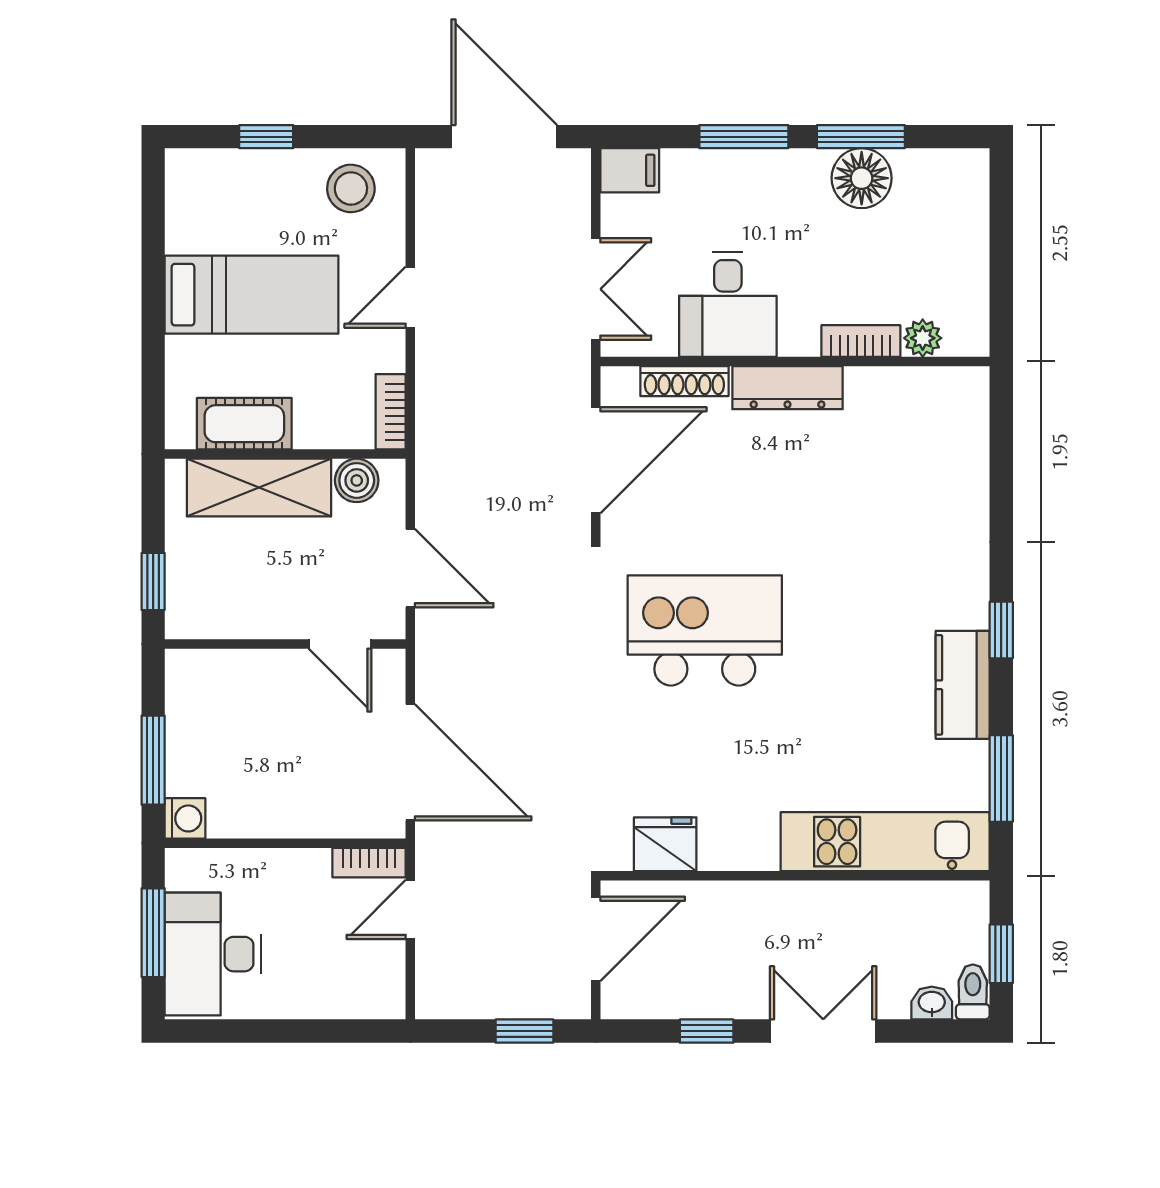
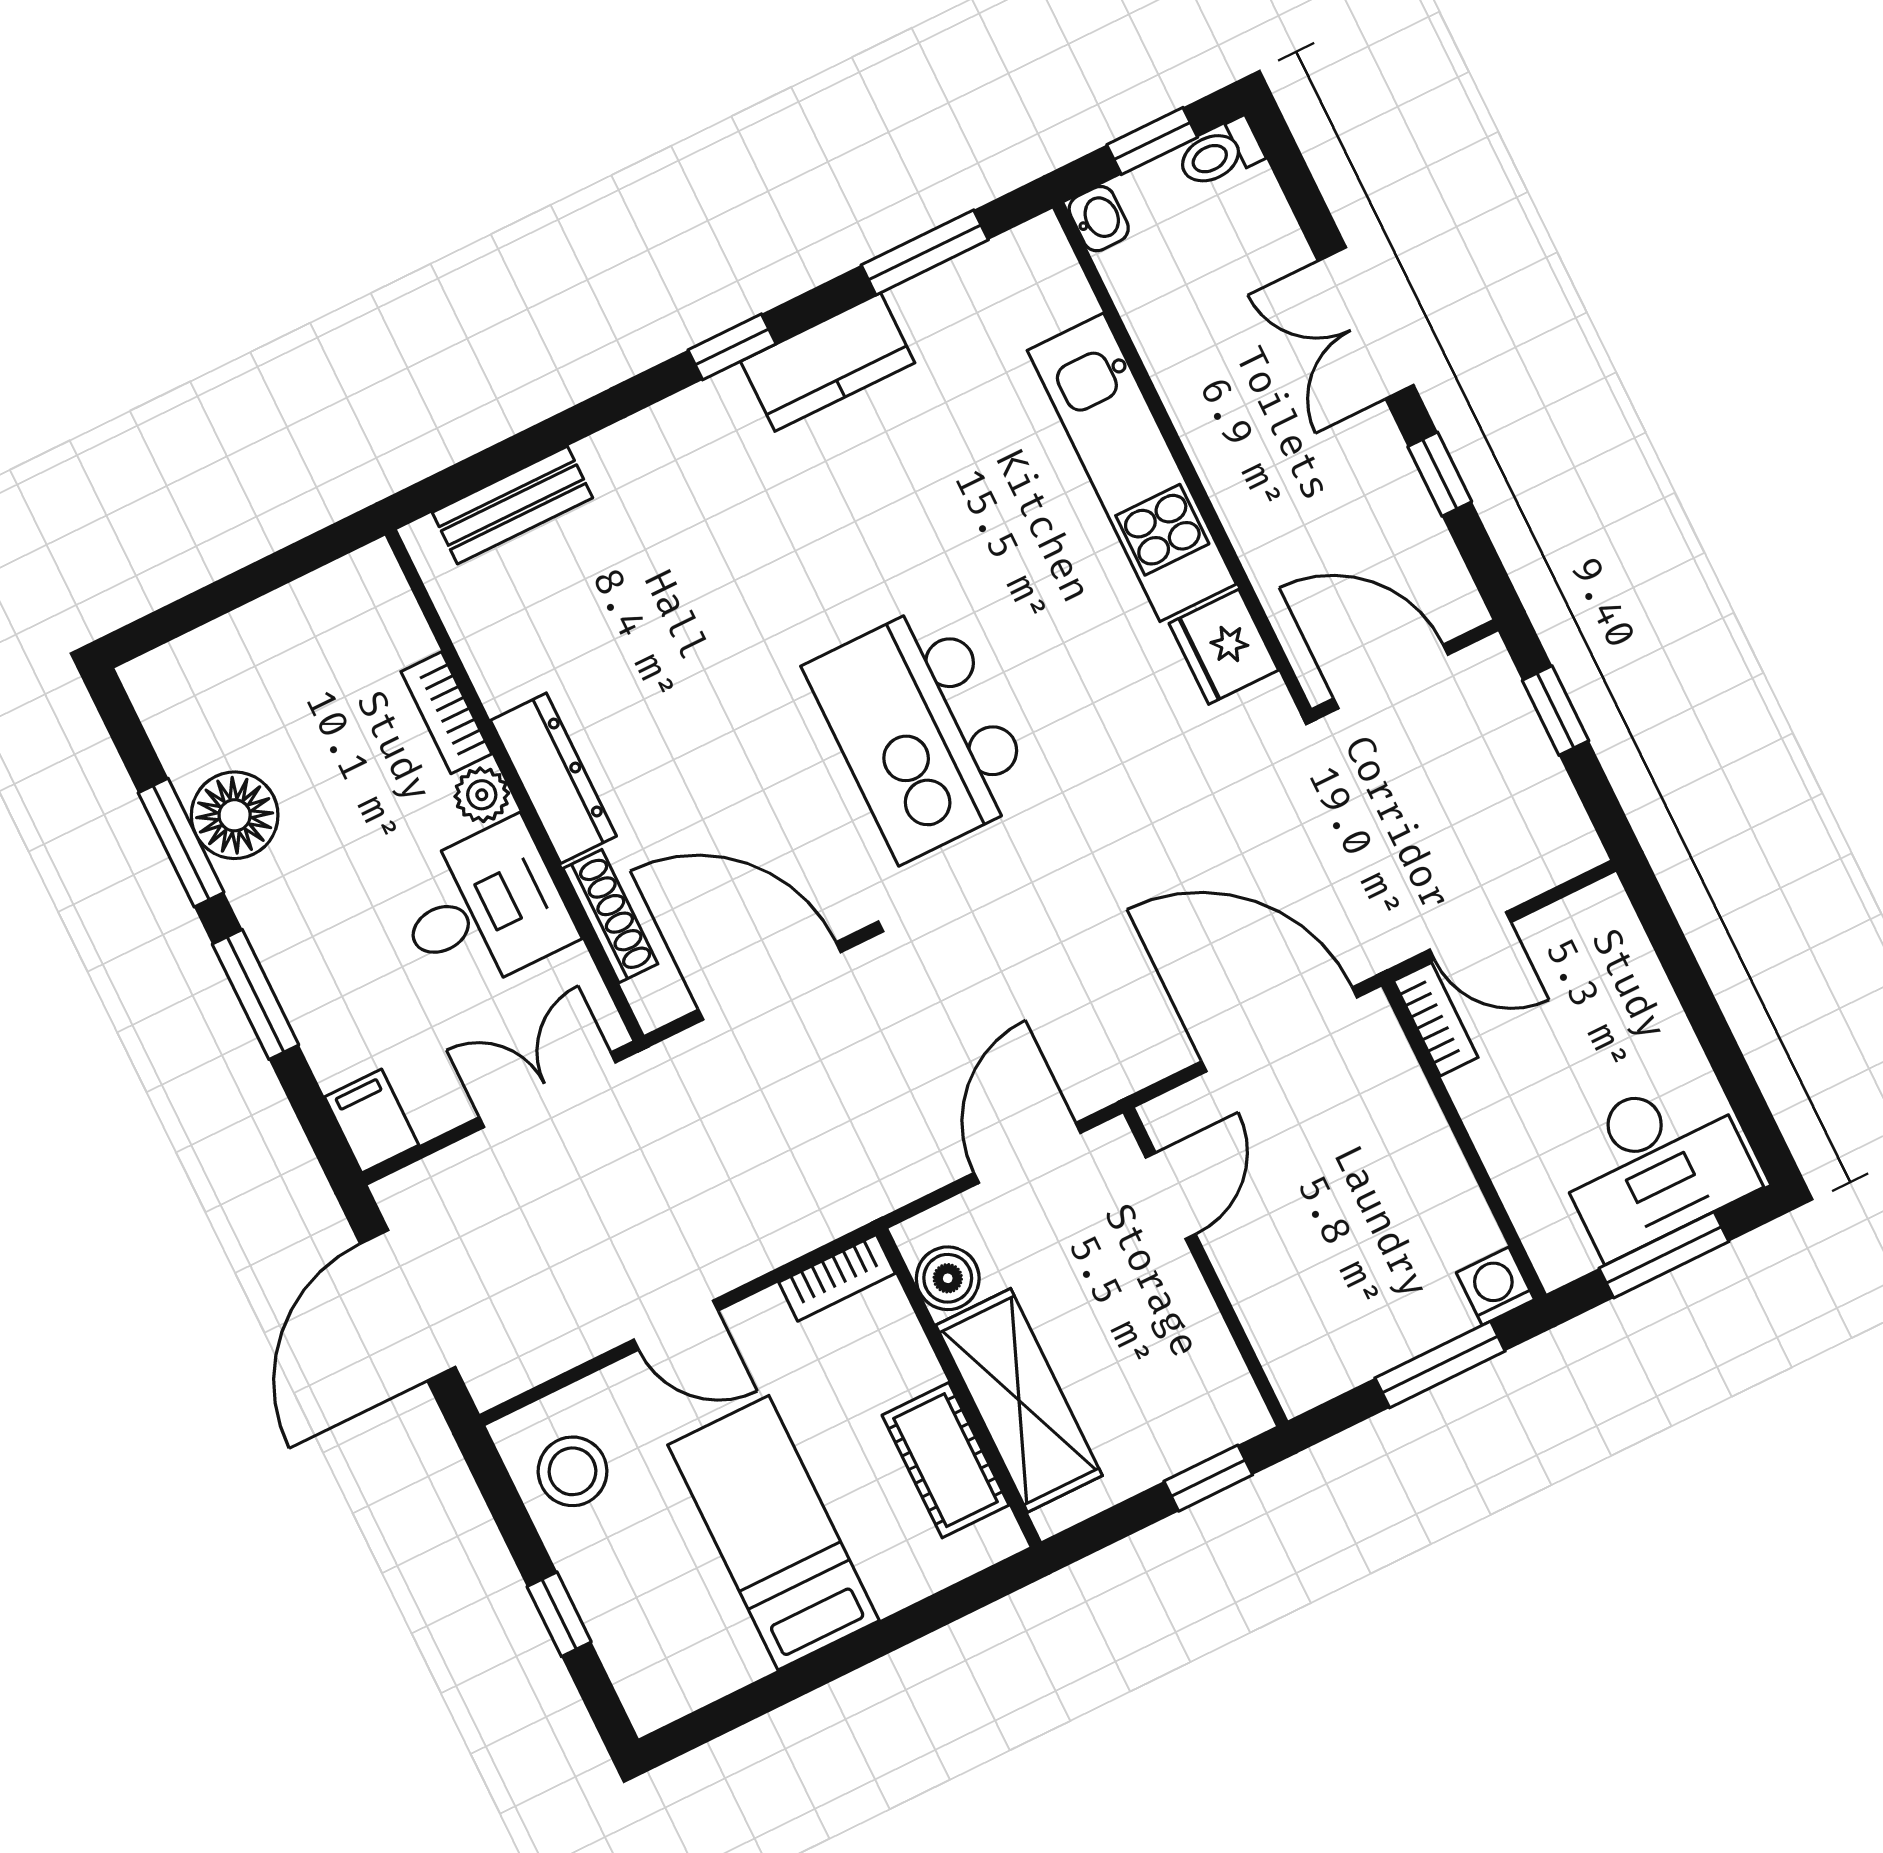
plant: (923, 338) -> (482, 795), moved
bench: (970, 445) -> (512, 505), added
door: (410, 762) -> (1279, 1029), hinge flipped
kitchen unit: (885, 842) -> (1132, 467), moved
washbasin: (932, 1003) -> (1099, 219), moved, turned 180

